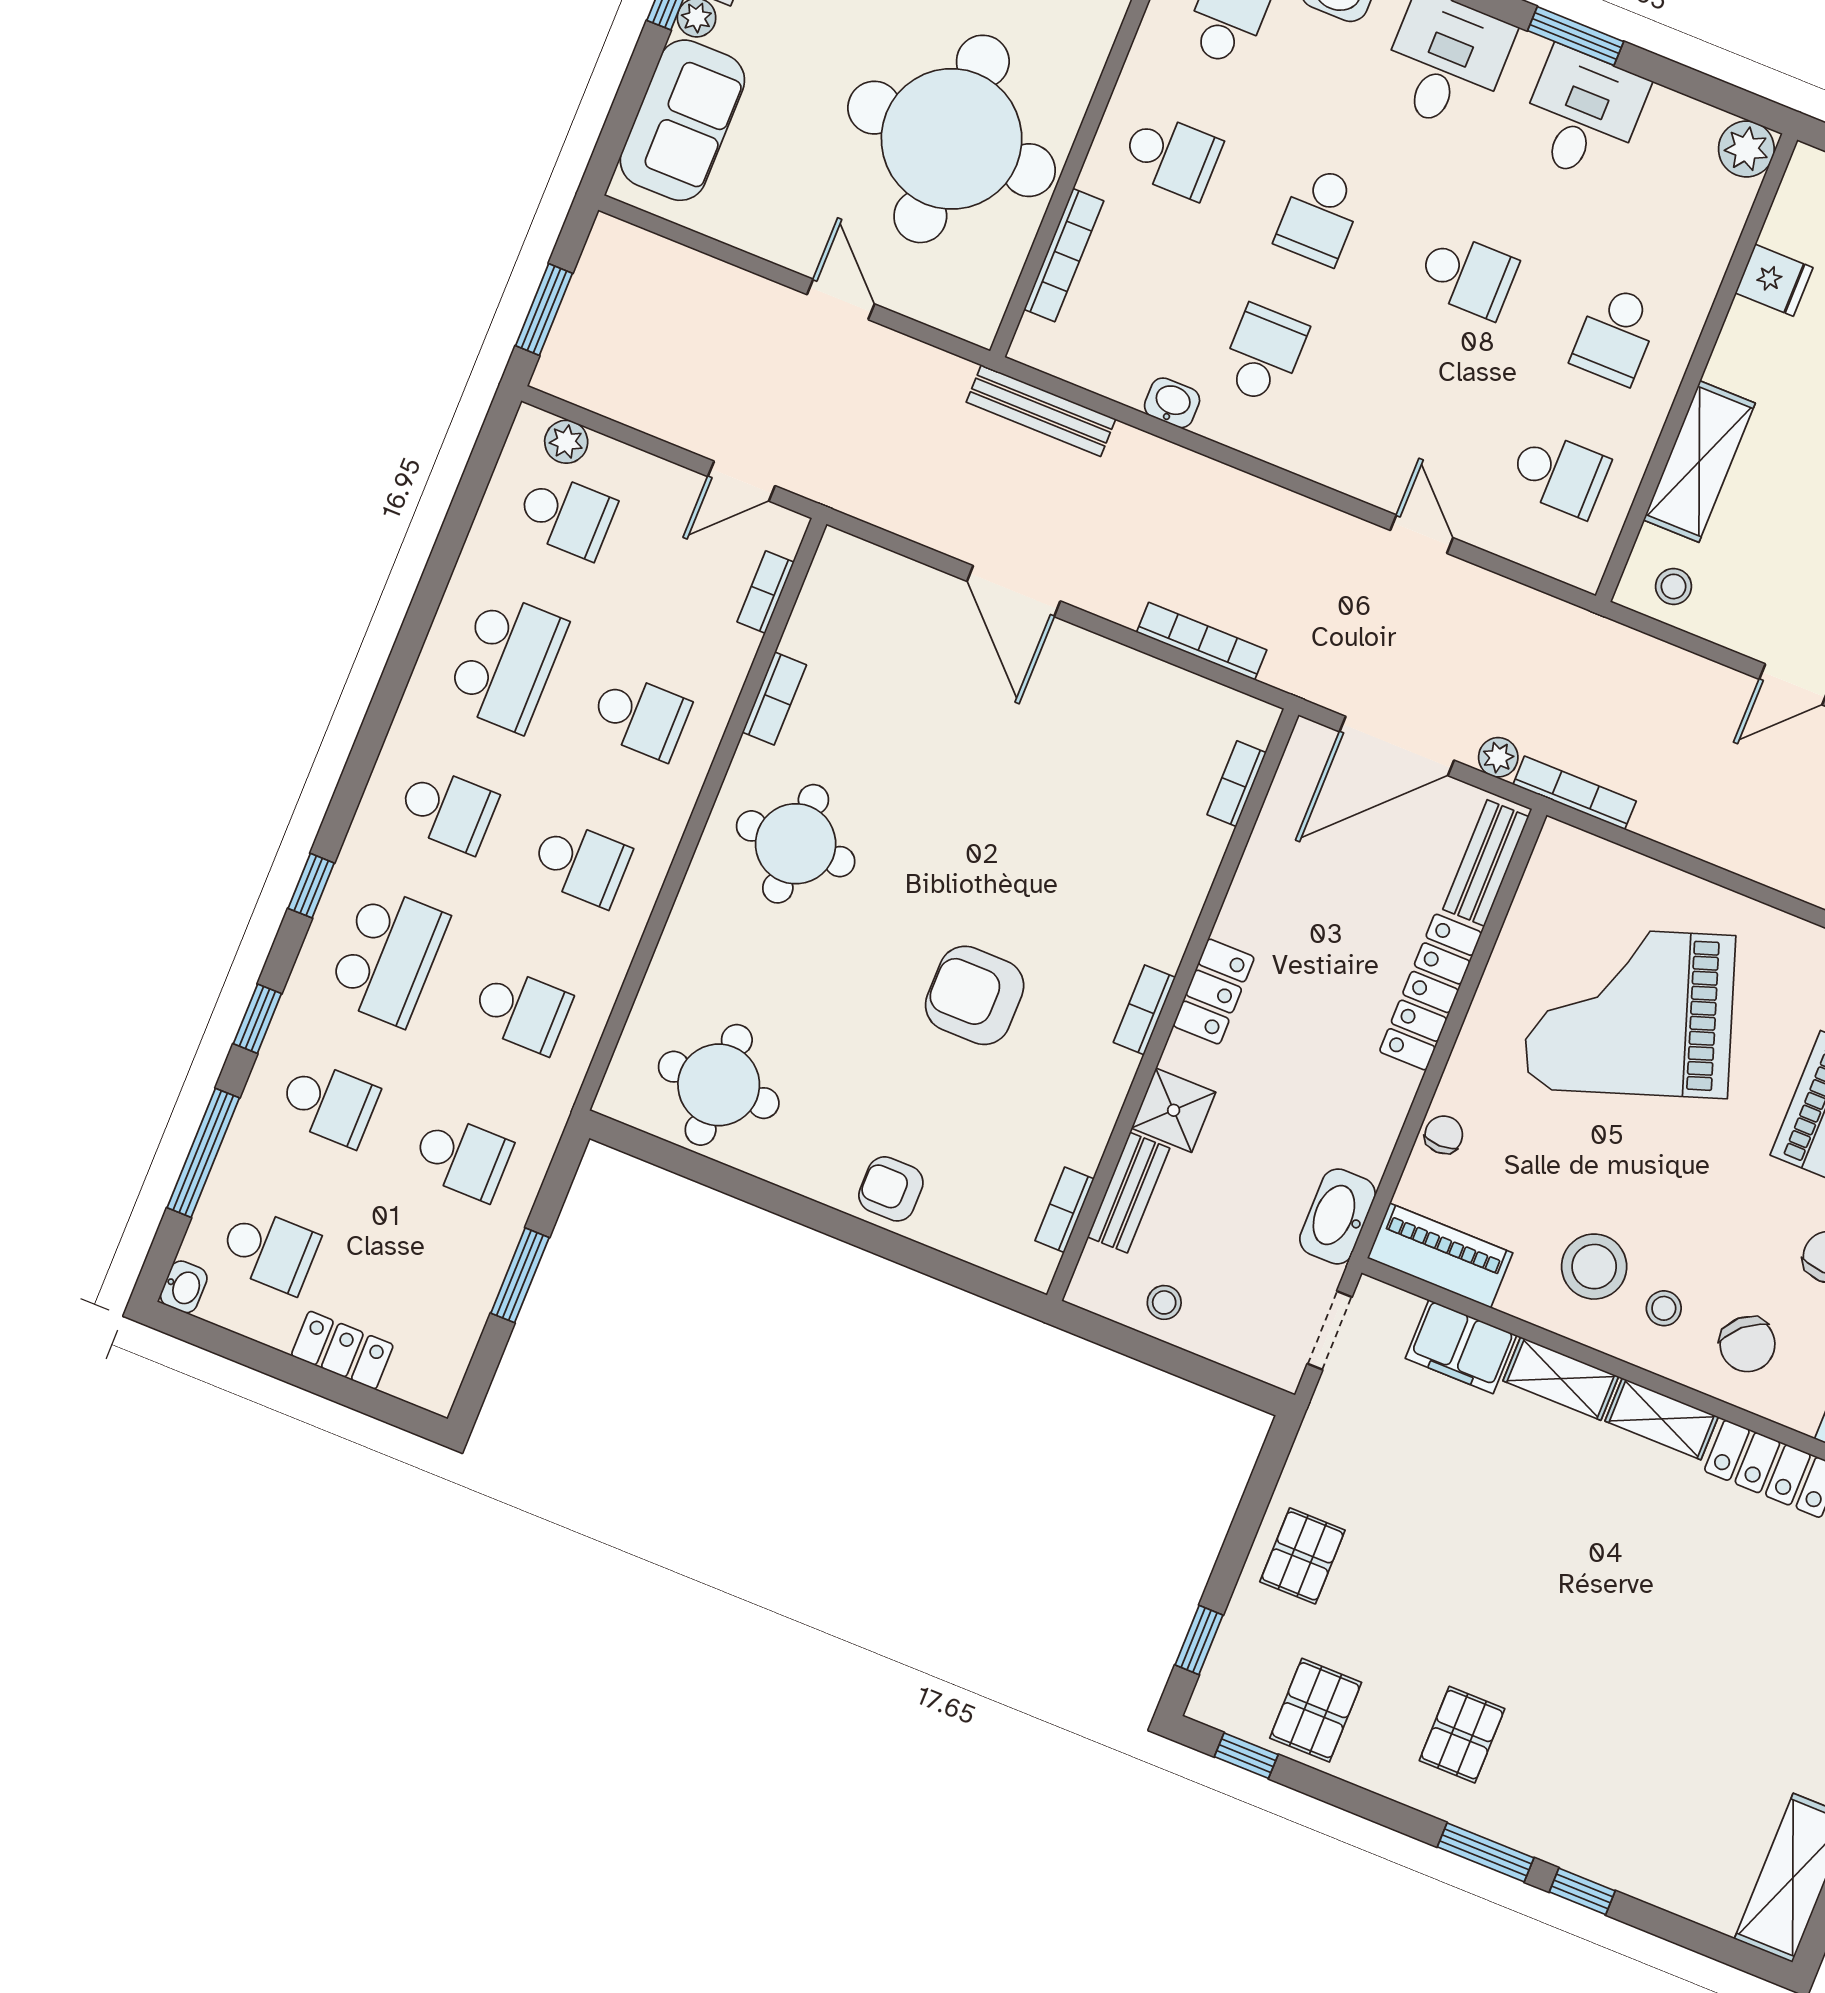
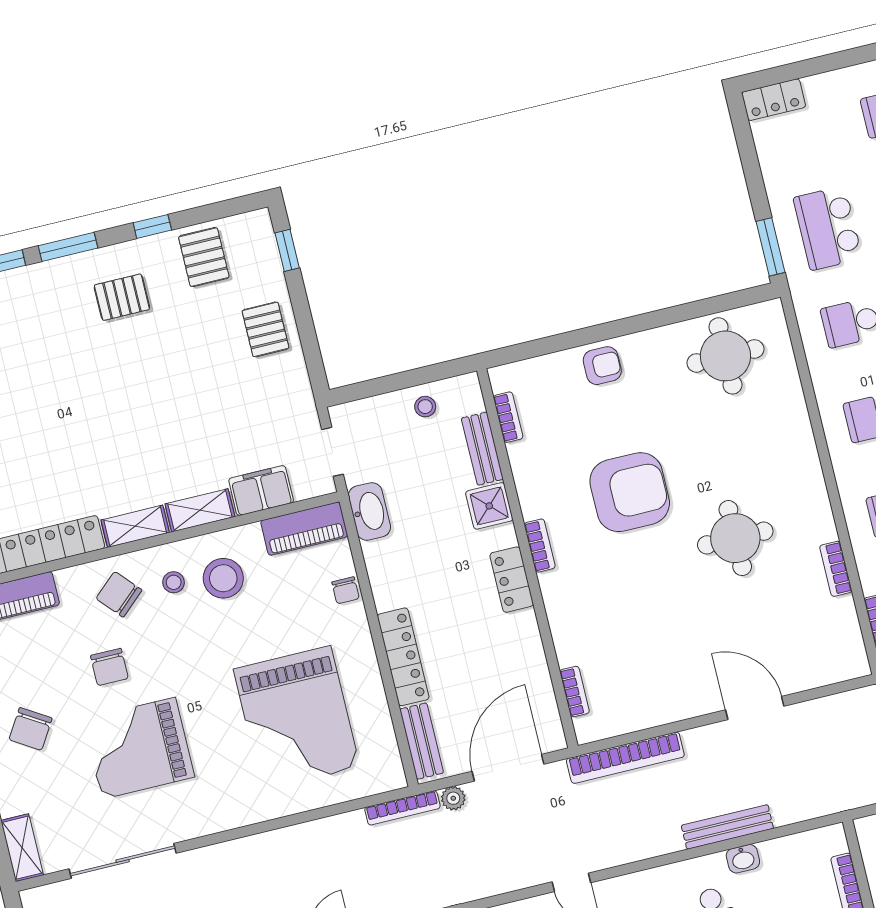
bench: (1041, 411) -> (727, 827), moved
bookcase: (1202, 641) -> (625, 758), width x1.48, depth x1.31
round table: (796, 844) -> (735, 538), moved
armchair: (975, 995) -> (630, 492), width x1.36, depth x1.36
grand piano: (1629, 1012) -> (297, 718), turned 109
school desk: (462, 1157) -> (828, 228), width x1.85
window: (520, 1275) -> (771, 247), moved
locker: (342, 1350) -> (774, 100), moved
pallet: (1462, 1735) -> (122, 297), turned 90
window: (1246, 1756) -> (152, 226), moved

